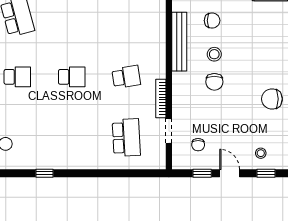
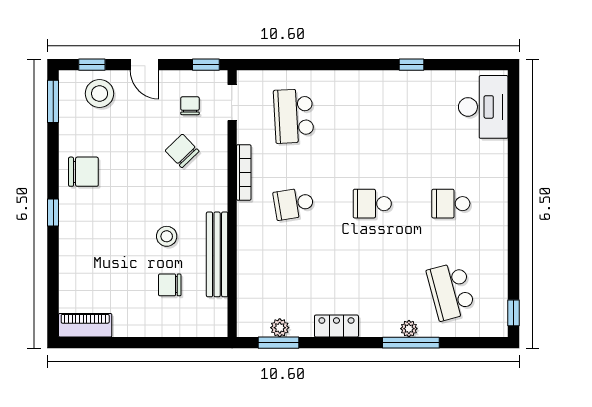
chair: (214, 82) -> (182, 151), moved, turned -44
doorway: (169, 131) -> (232, 103), moved
stool: (261, 153) -> (100, 94), width x1.89, depth x1.89
window: (202, 173) -> (206, 65), moved

